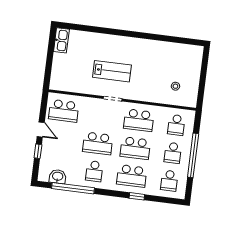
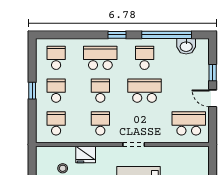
fridge: (155, 95) -> (86, 155), added
school desk: (139, 120) -> (100, 123), width x0.54
school desk: (135, 148) -> (100, 91), width x0.54
window: (193, 155) -> (32, 91), width x0.32
window: (137, 196) -> (117, 35), moved

